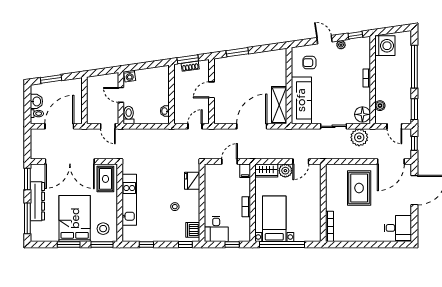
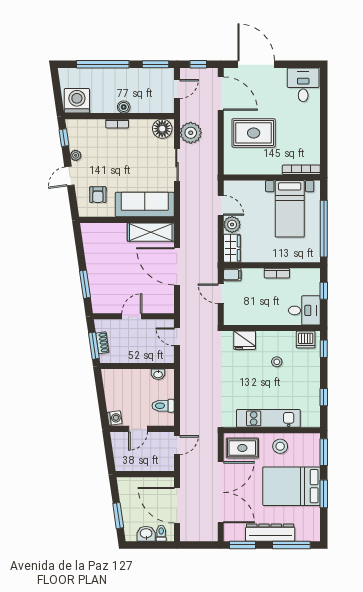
door: (211, 90) -> (132, 316), swing flipped
boiler: (380, 106) -> (124, 107), moved
toilet: (129, 115) -> (163, 406), moved
bed with nightstands: (274, 219) -> (290, 209), moved, turned -90
stool: (103, 229) -> (280, 446), moved

